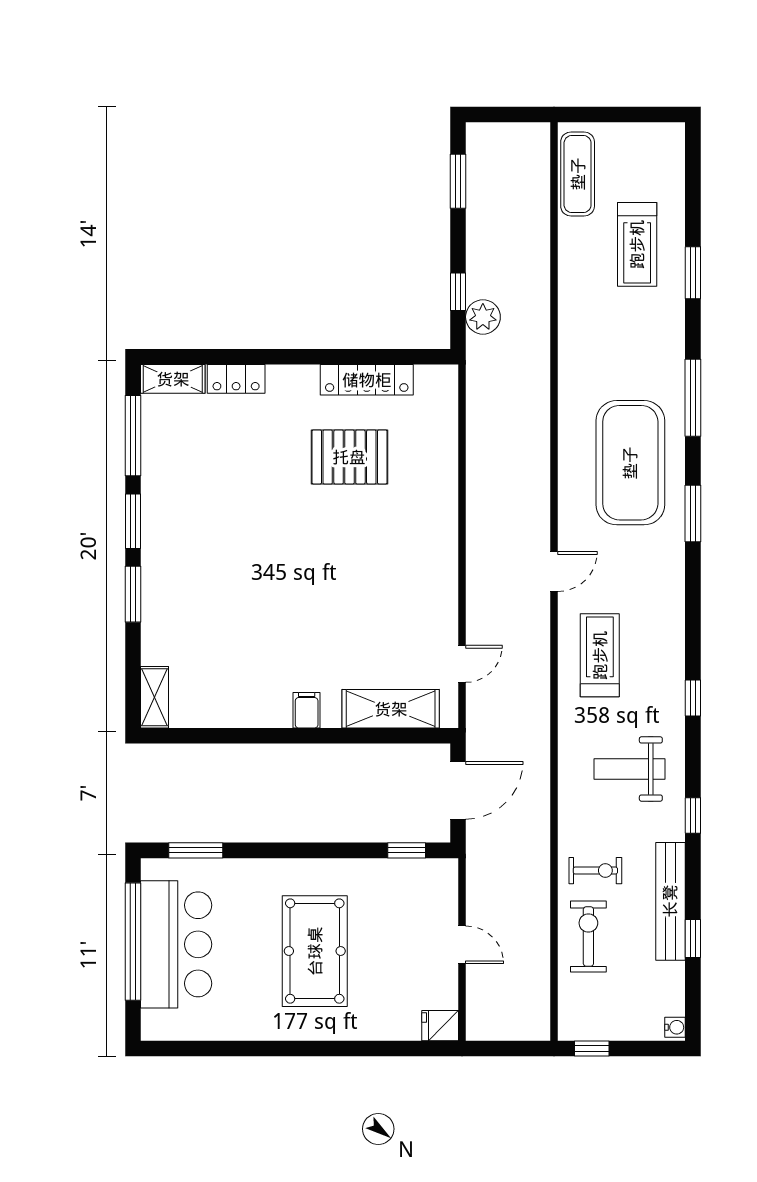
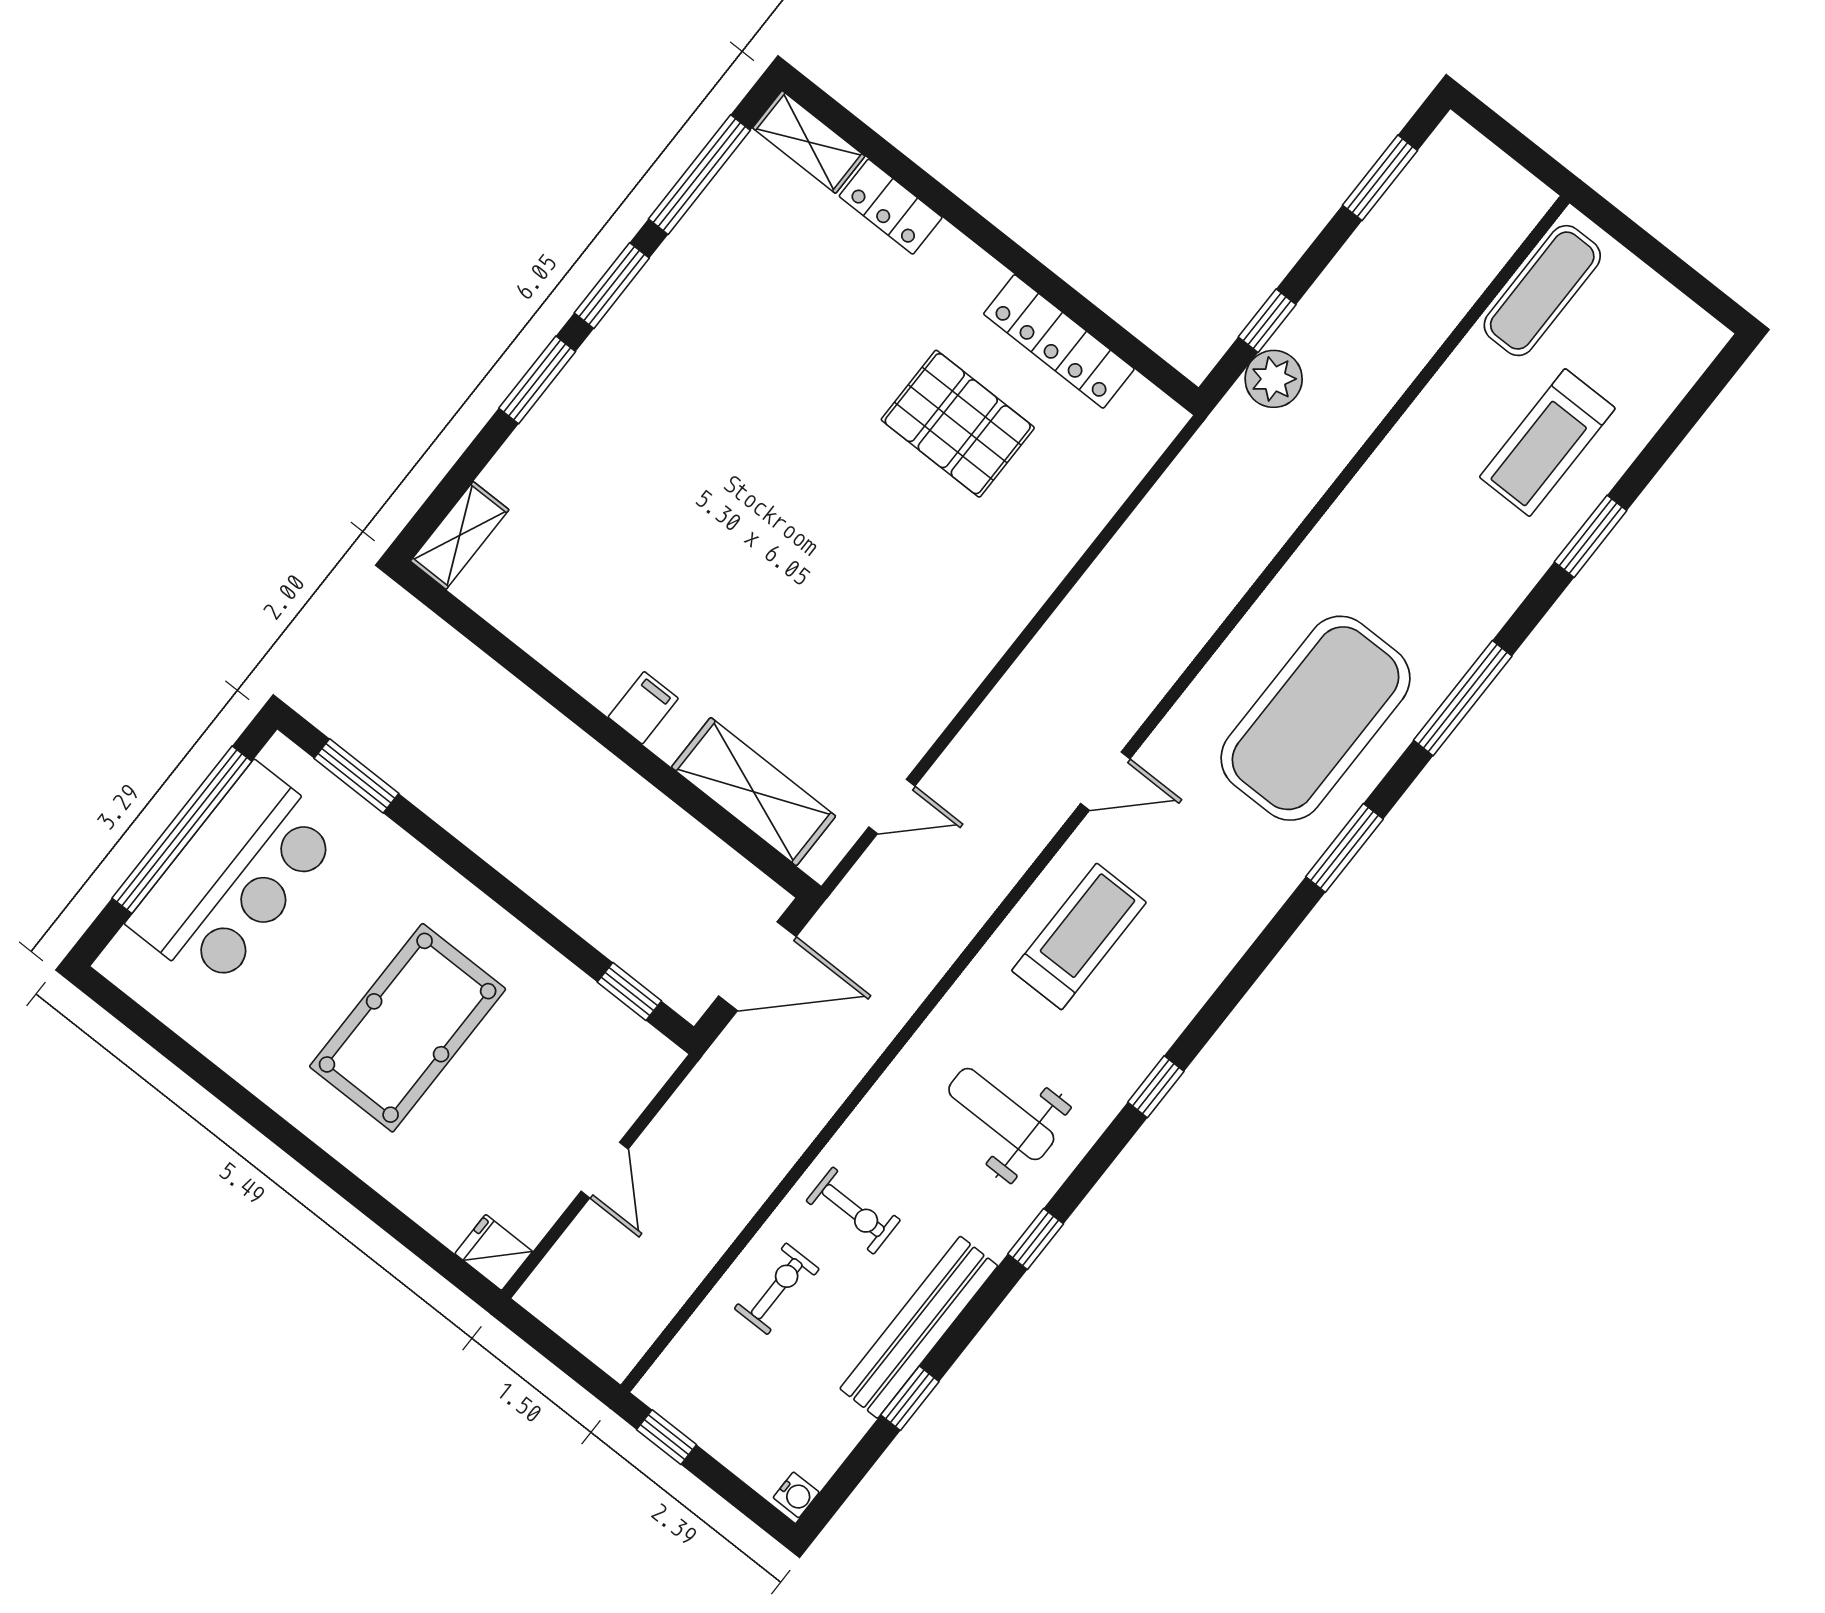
exercise bike: (588, 936) -> (777, 1289), width x0.73, depth x0.72

